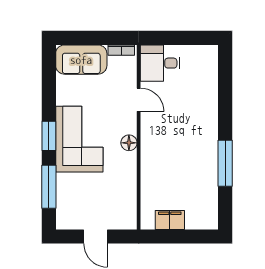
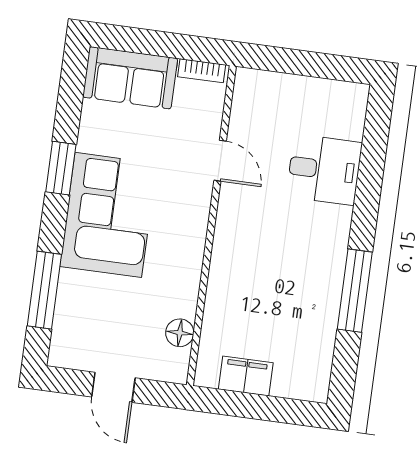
desk: (160, 63) -> (324, 170), moved, turned 180
window: (49, 136) -> (61, 168), moved
floor lamp: (129, 143) -> (180, 333), moved

